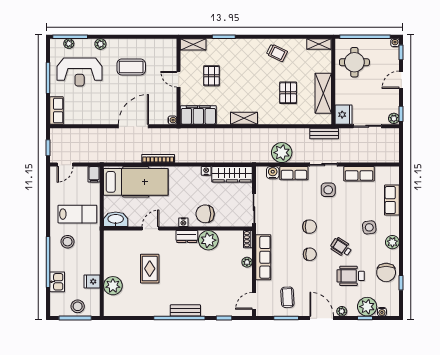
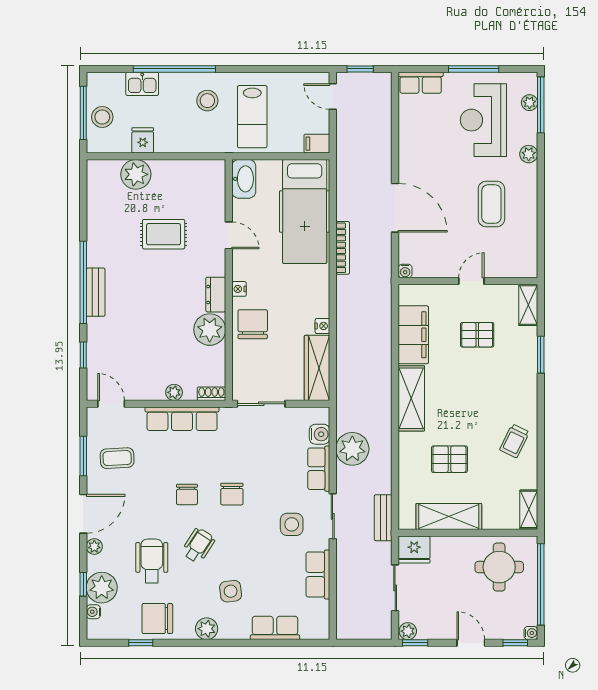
filing cabinet: (198, 115) -> (413, 335), moved
shelving: (244, 118) -> (411, 398), width x1.50, depth x1.33

